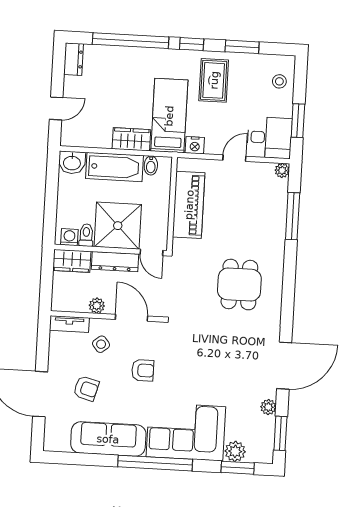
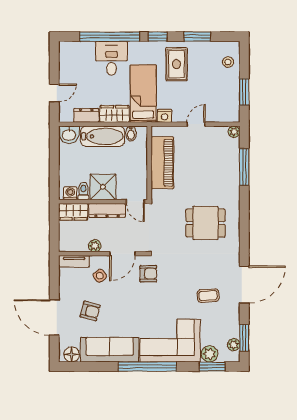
dresser: (74, 59) -> (86, 115), moved, turned -90
desk: (269, 138) -> (111, 58), moved, turned -90
shower: (118, 226) -> (103, 187), width x0.73, depth x0.73
dining table: (239, 285) -> (206, 223), turned 90
door: (131, 318) -> (122, 254), swing flipped
armchair: (143, 370) -> (148, 274), moved
coffee table: (238, 377) -> (208, 296), added
plant: (268, 407) -> (234, 345), moved
floor lamp: (60, 442) -> (72, 354), added

